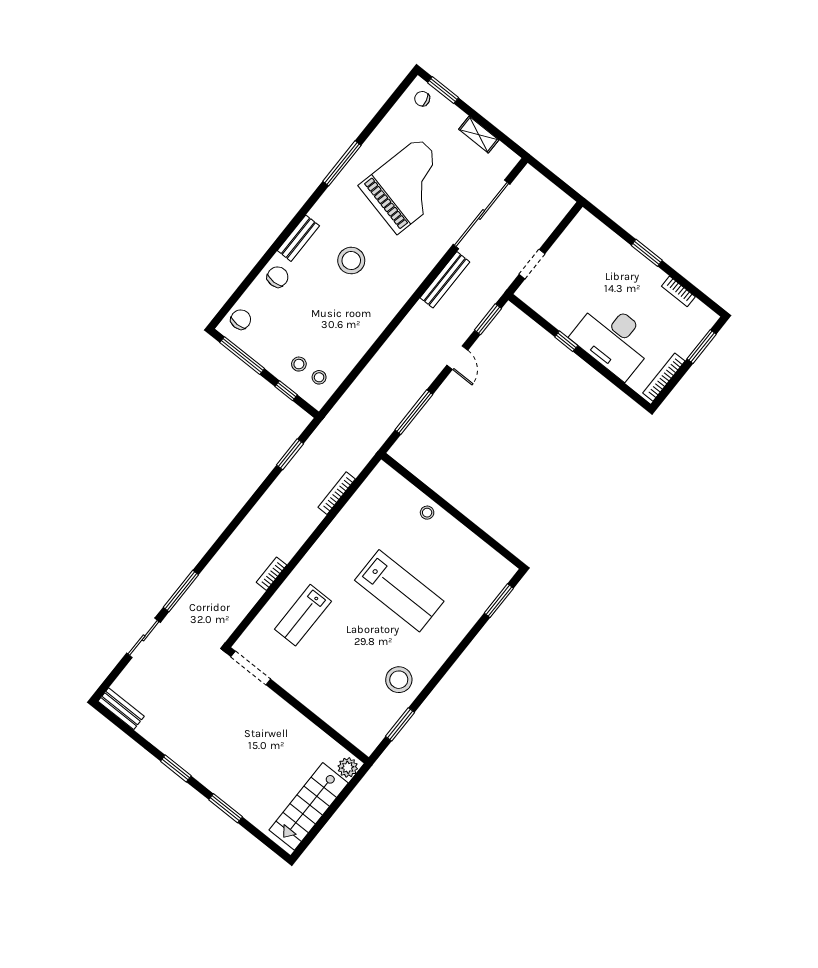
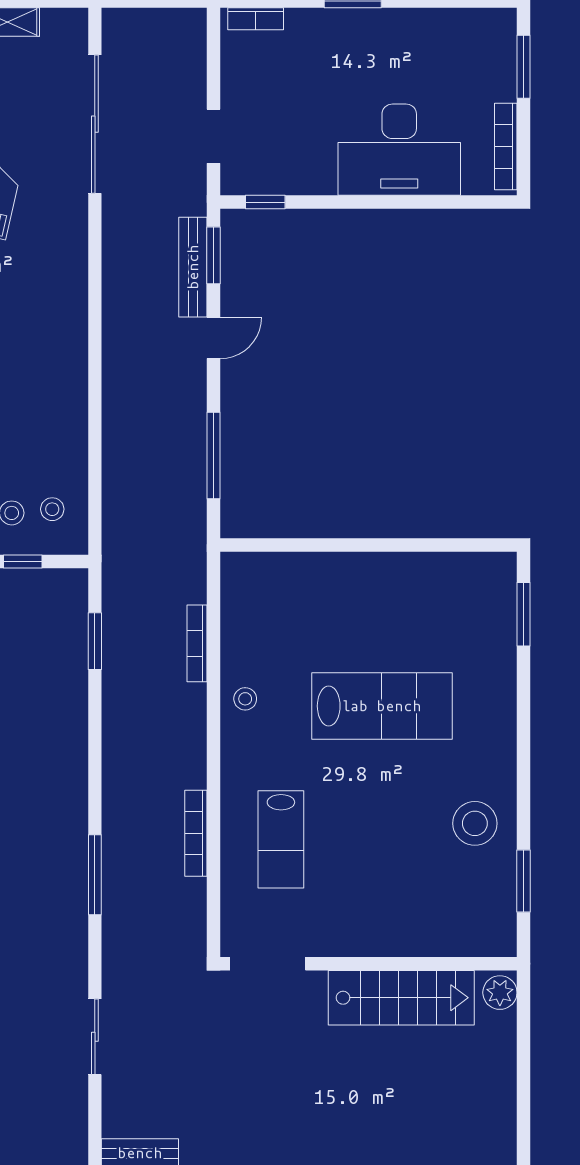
bench: (445, 280) -> (193, 267), moved
bookcase: (678, 291) -> (256, 19), moved
window: (566, 341) -> (265, 202), moved
door: (457, 358) -> (214, 338), hinge flipped
stool: (427, 513) -> (245, 699), moved
bookcase: (271, 574) -> (196, 833), width x1.56
window: (181, 591) -> (95, 875), moved
stairs: (309, 806) -> (401, 998), moved, turned -90

